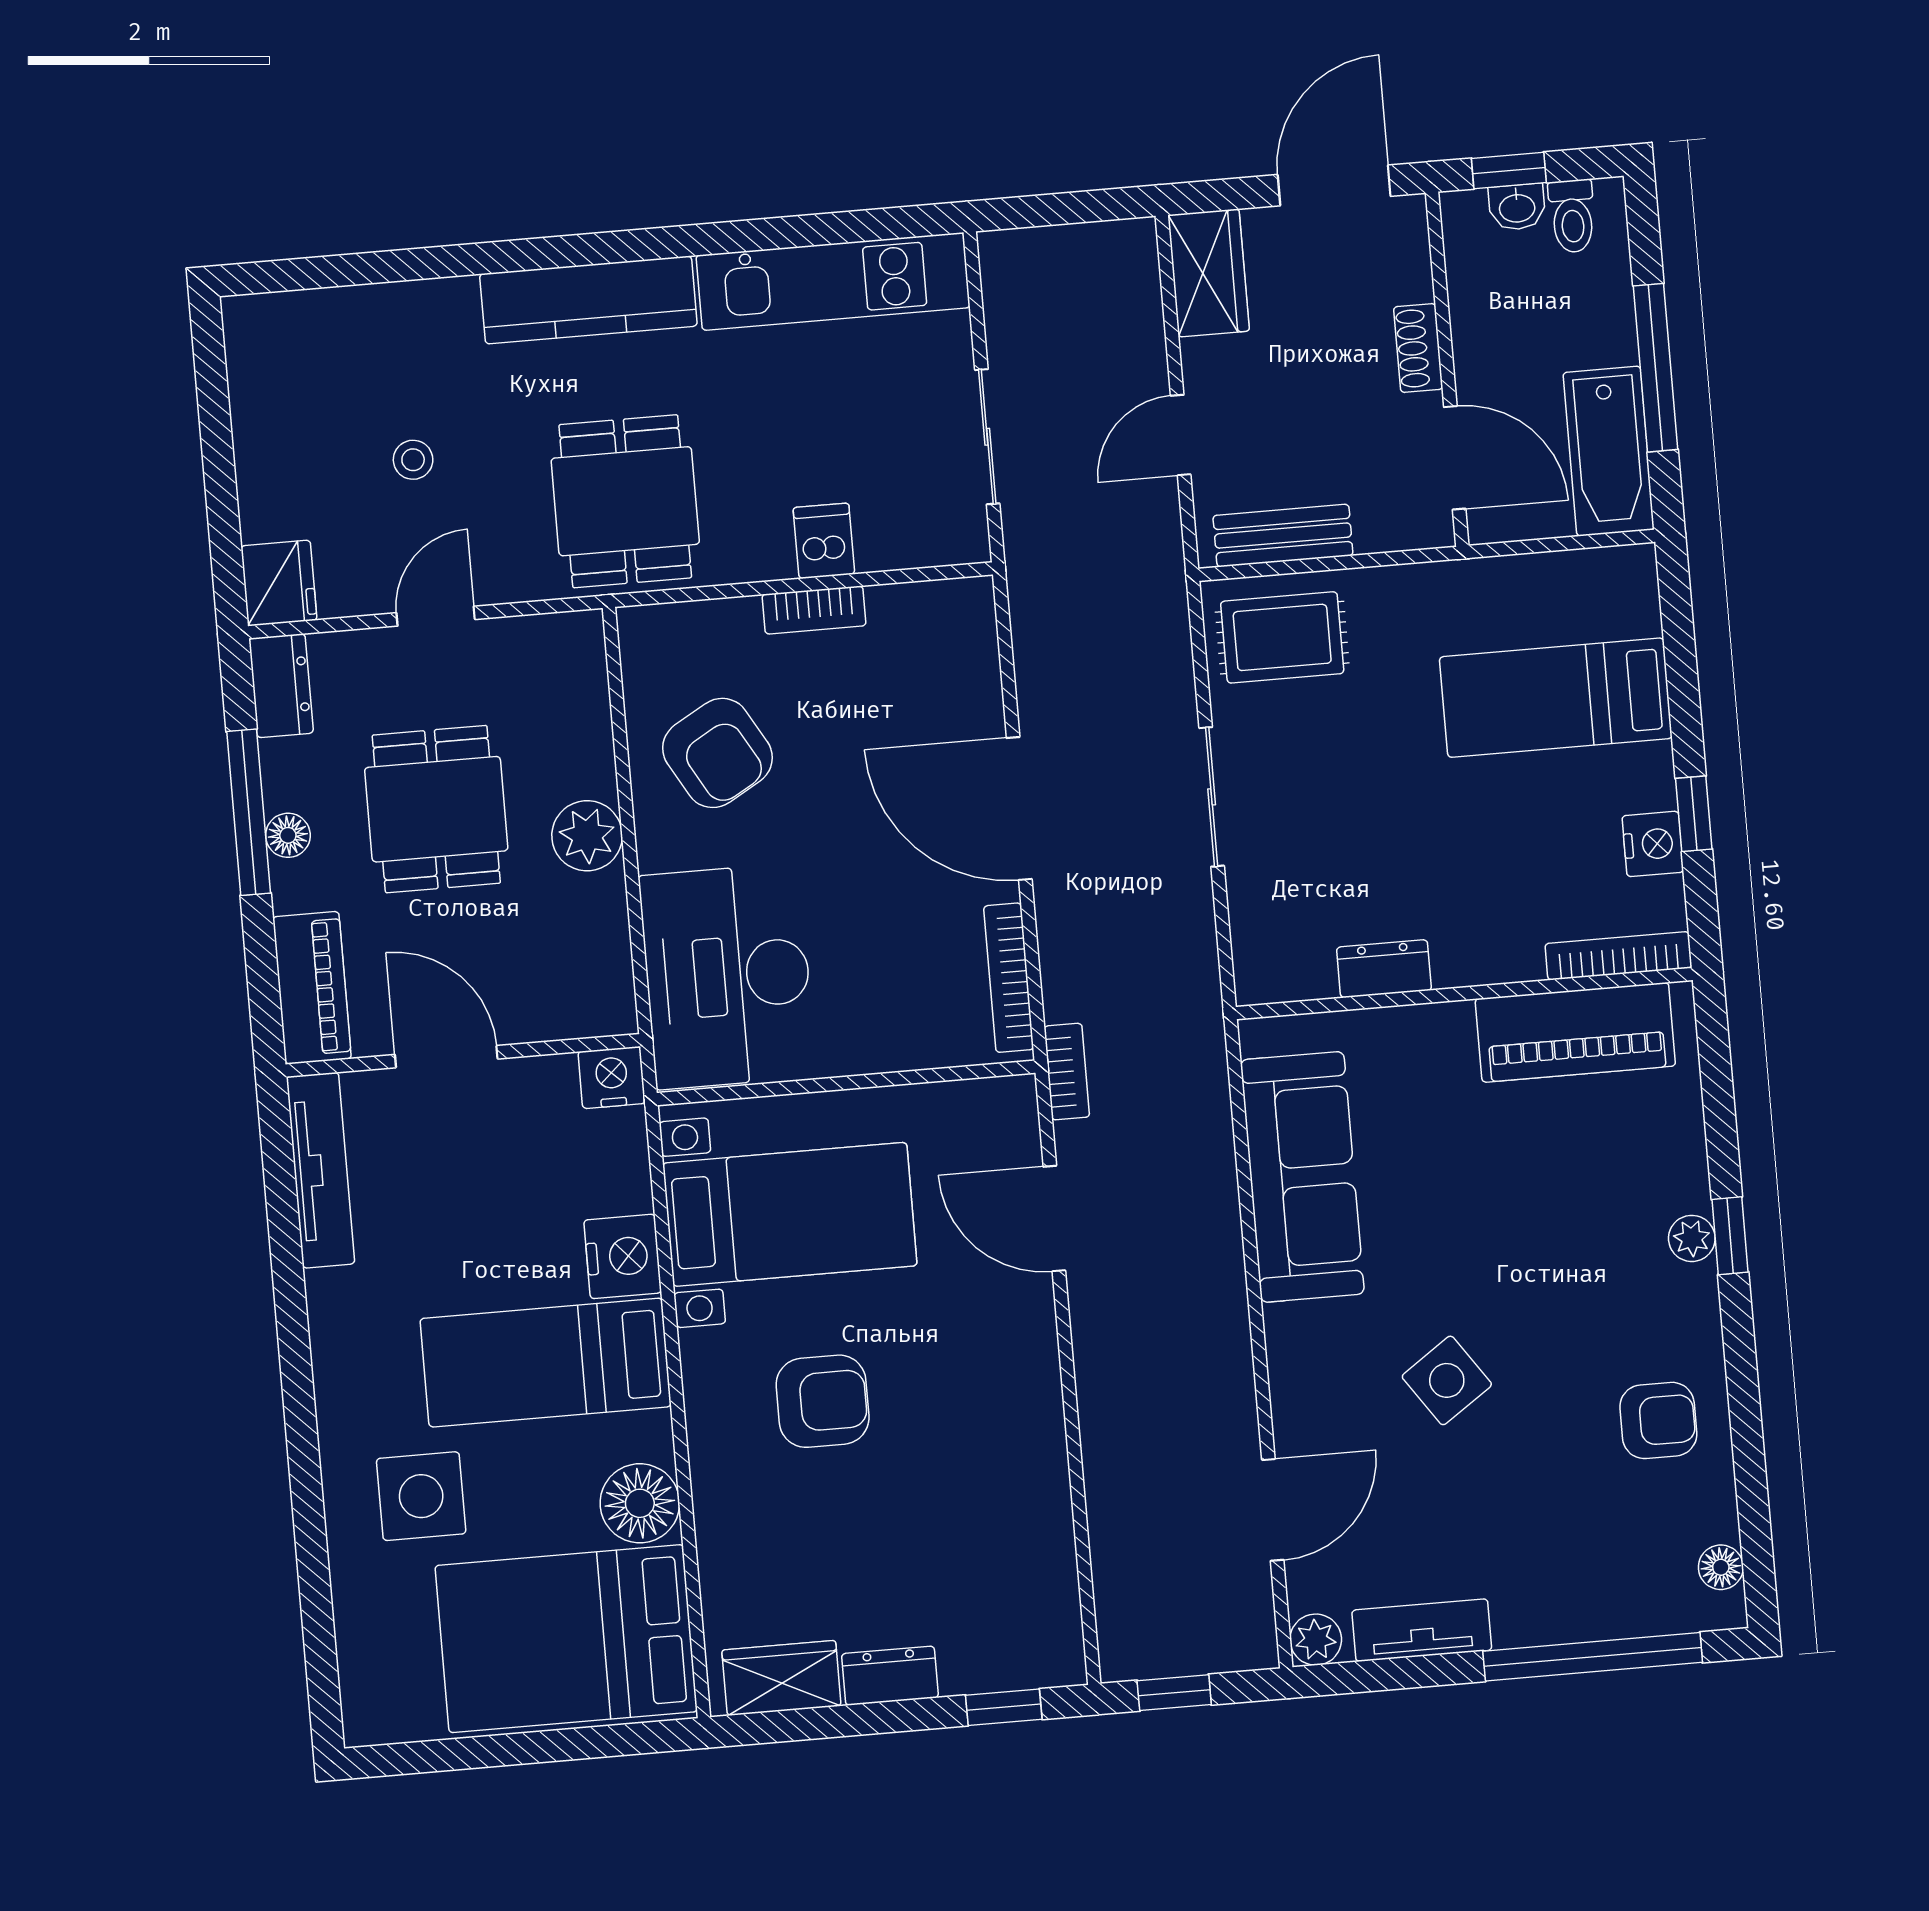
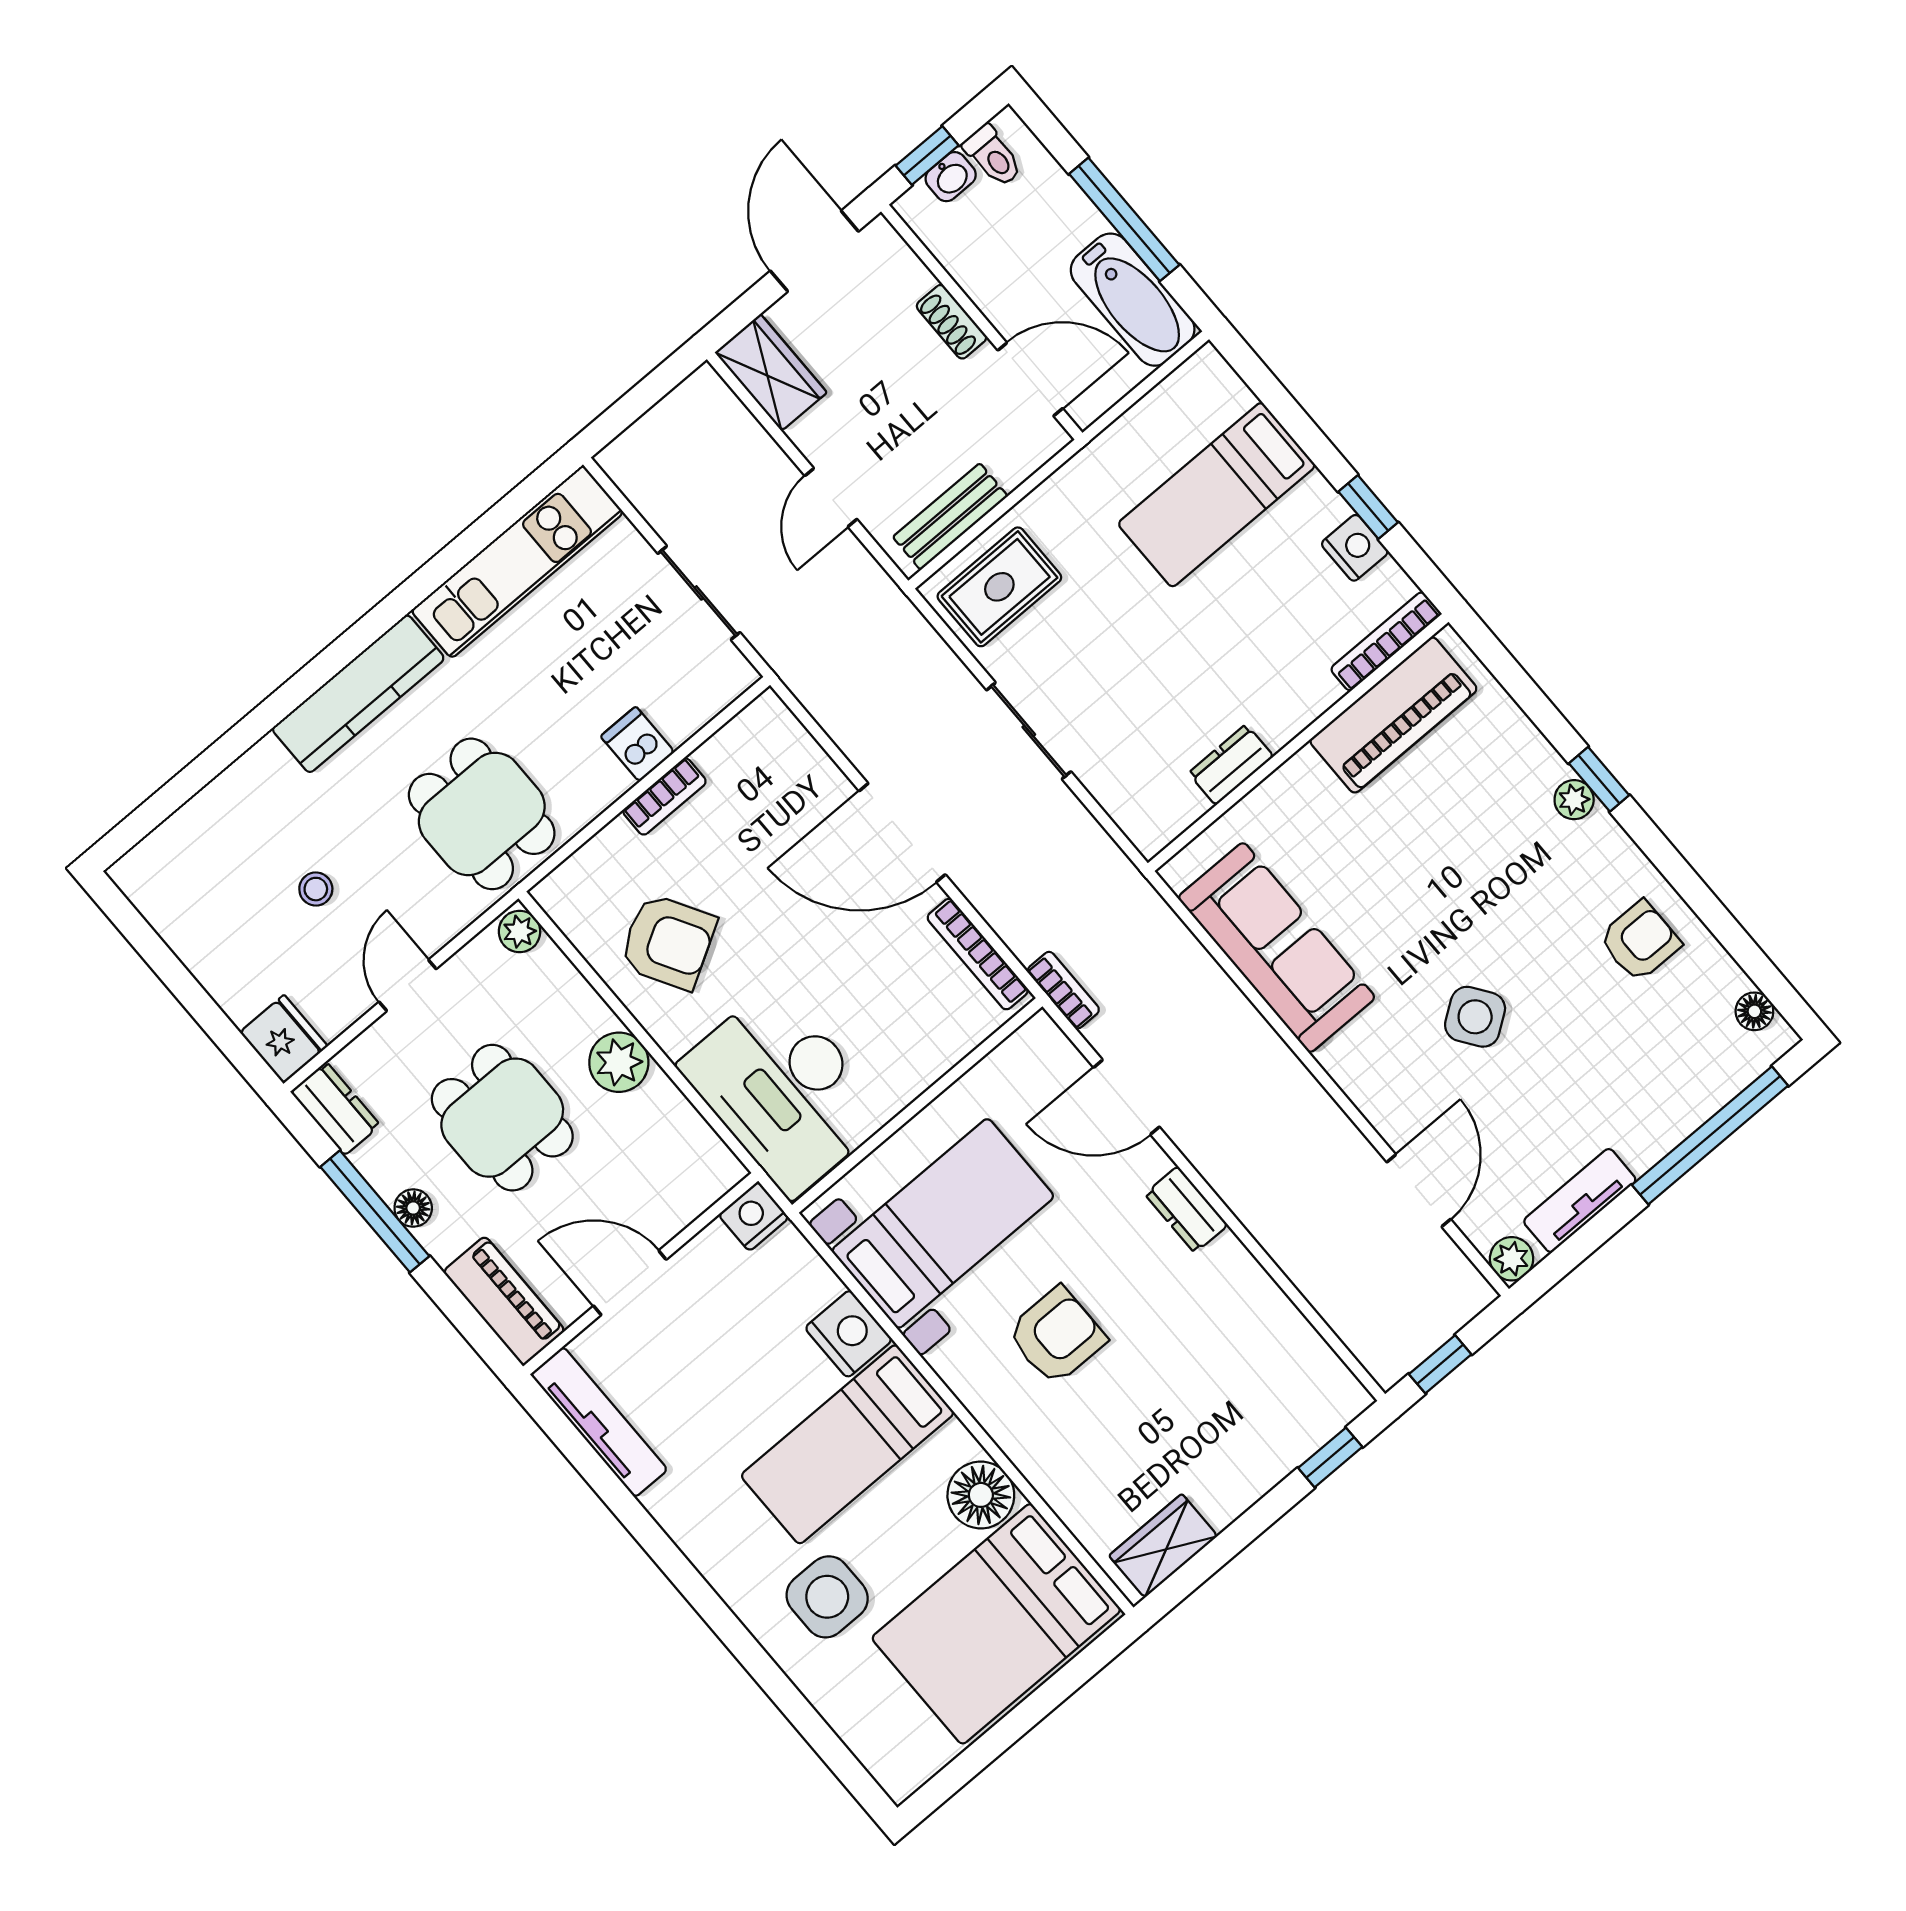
plant: (581, 641) -> (520, 931), added
dresser: (890, 1676) -> (1186, 1210), moved, turned -90

